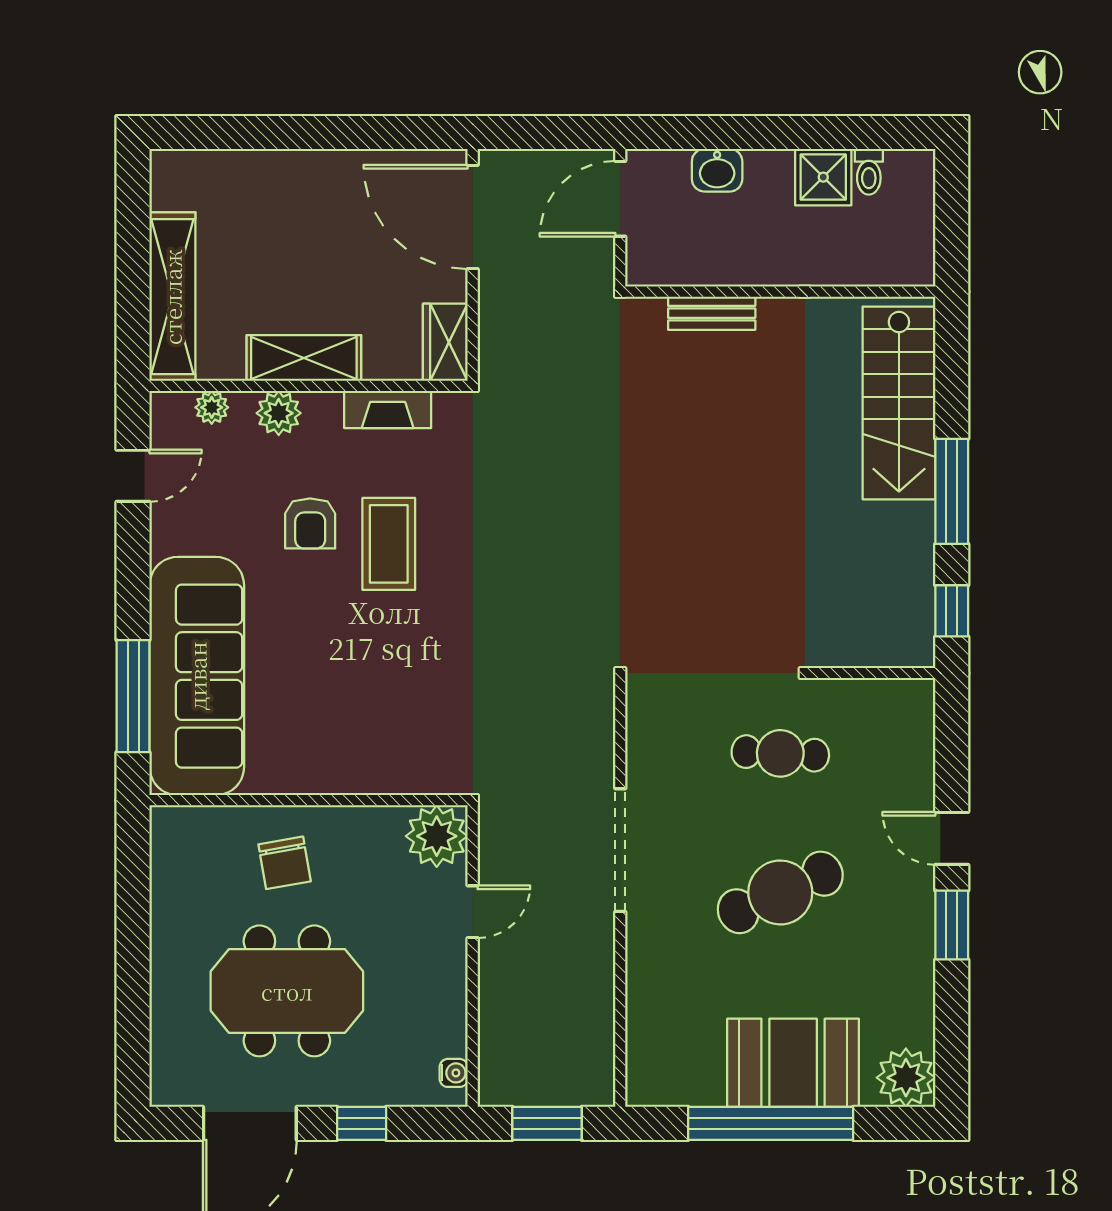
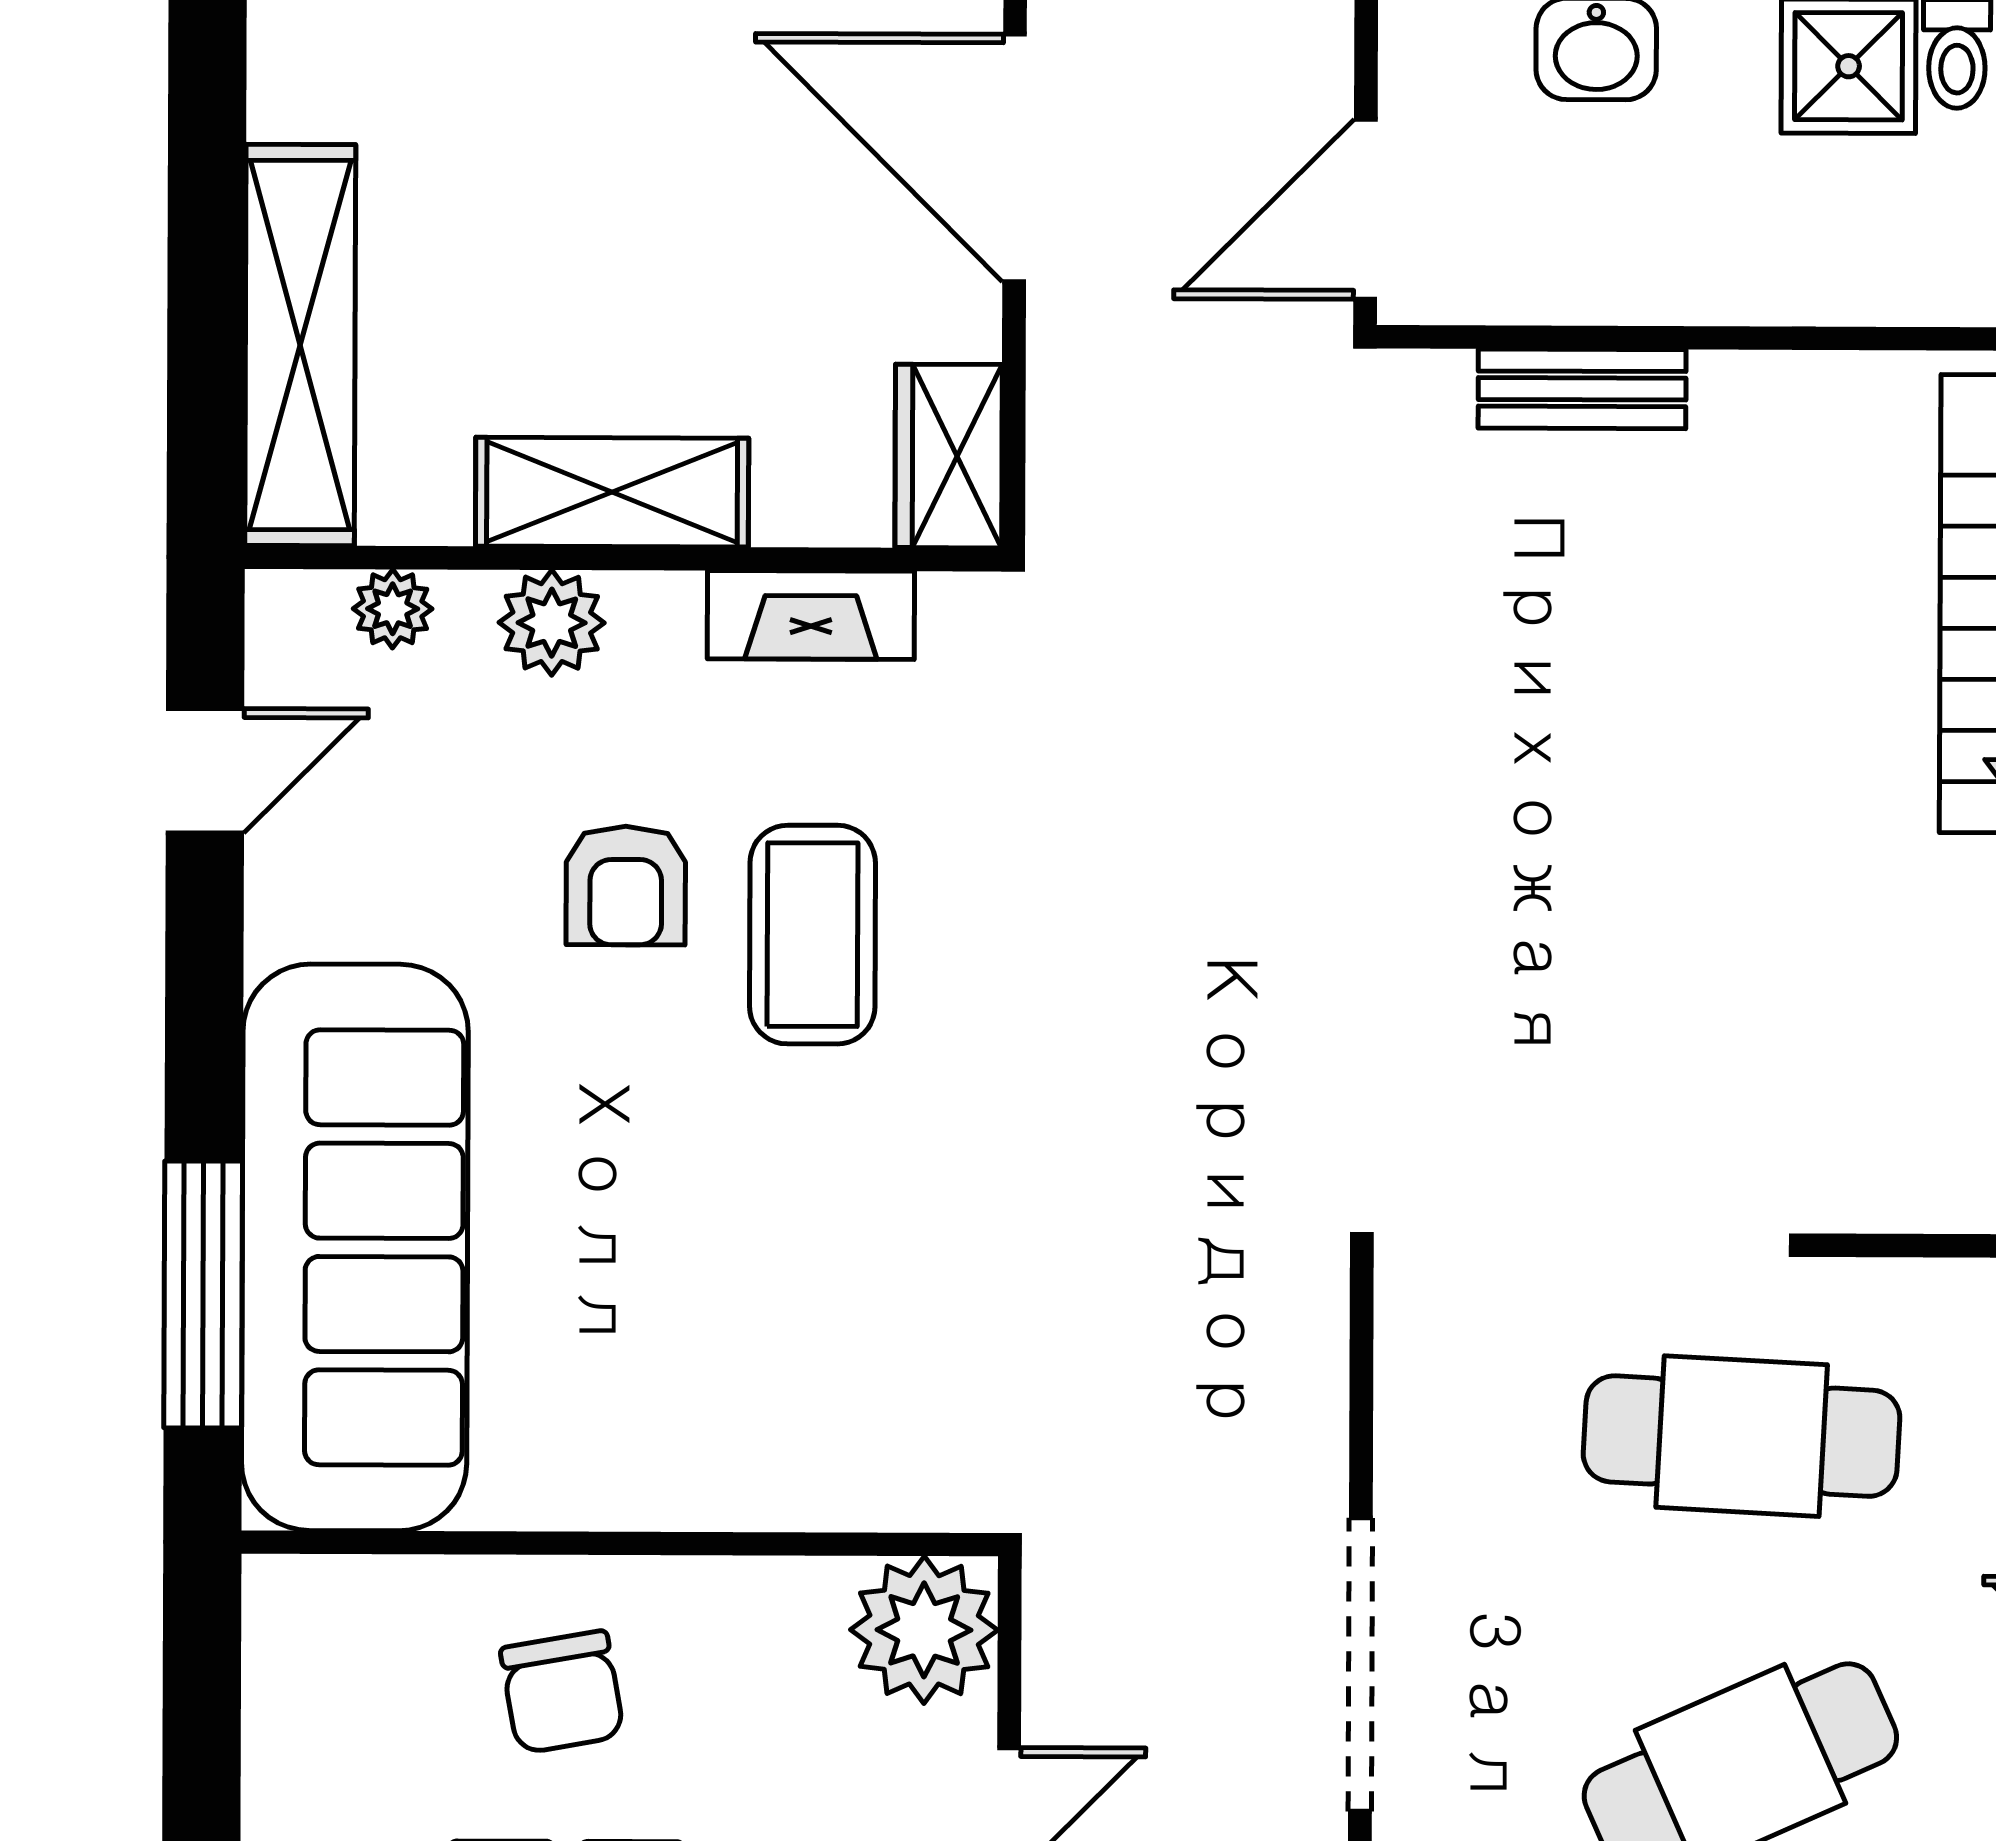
door: (620, 199) -> (1366, 209), moved
cafe table: (780, 753) -> (1742, 1436), width x1.37, depth x1.35

